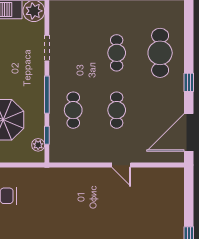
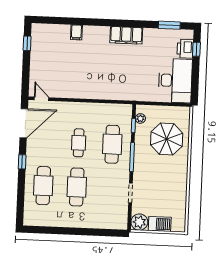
cafe table: (117, 53) -> (77, 187), width x1.37, depth x1.35
cafe table: (73, 110) -> (112, 144), width x1.37, depth x1.35
door: (121, 165) -> (41, 99), moved

